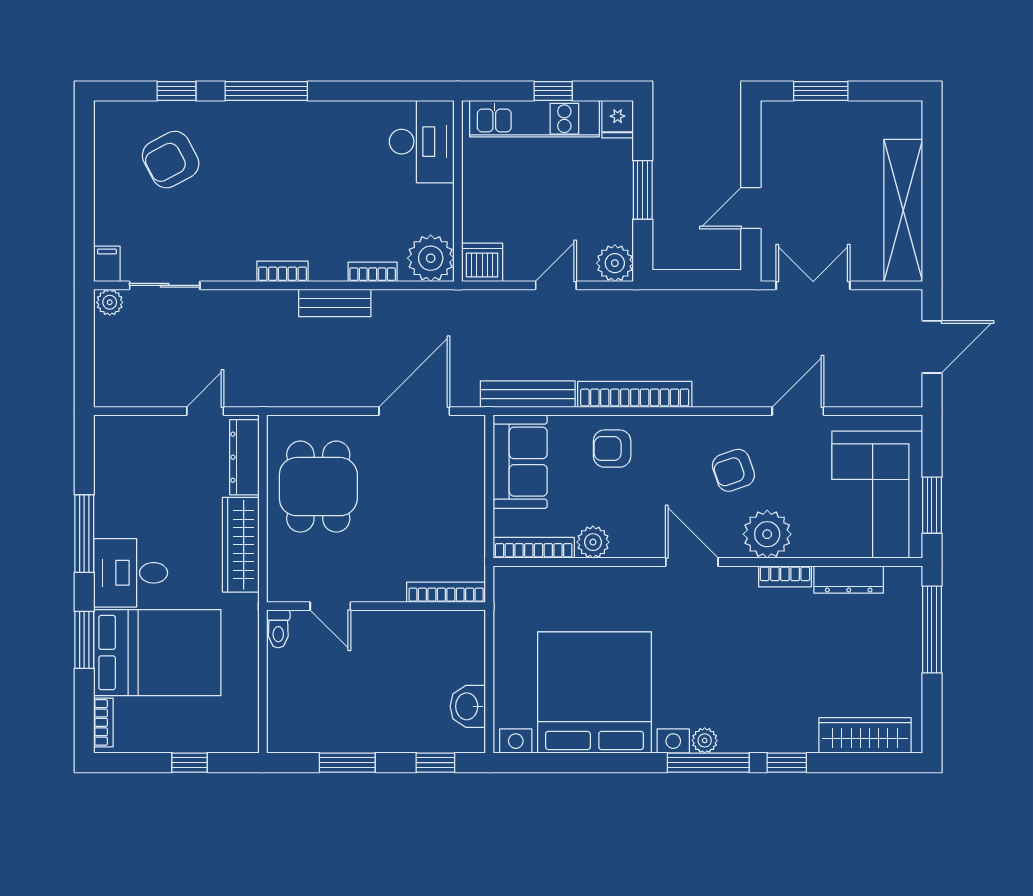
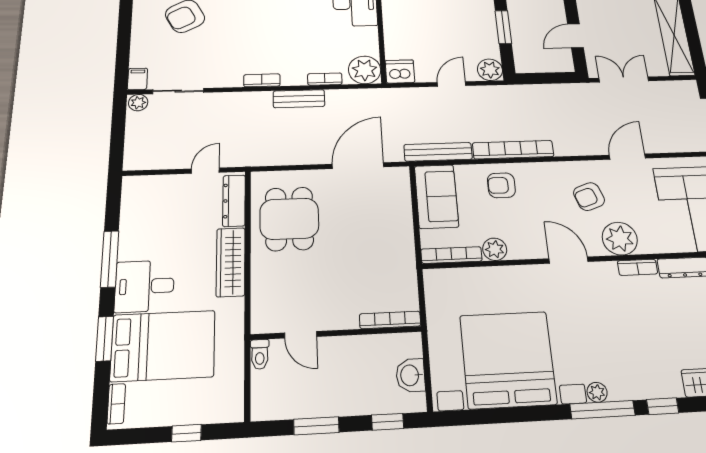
bookcase: (446, 592) -> (390, 320), moved
door: (330, 606) -> (301, 335), moved
wall: (376, 606) -> (336, 333), moved
toilet: (278, 629) -> (260, 354), moved

